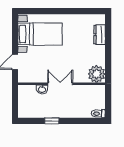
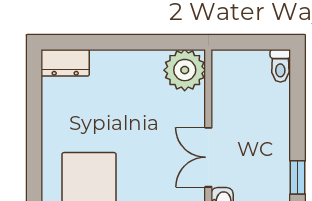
dresser: (100, 35) -> (65, 63), moved

